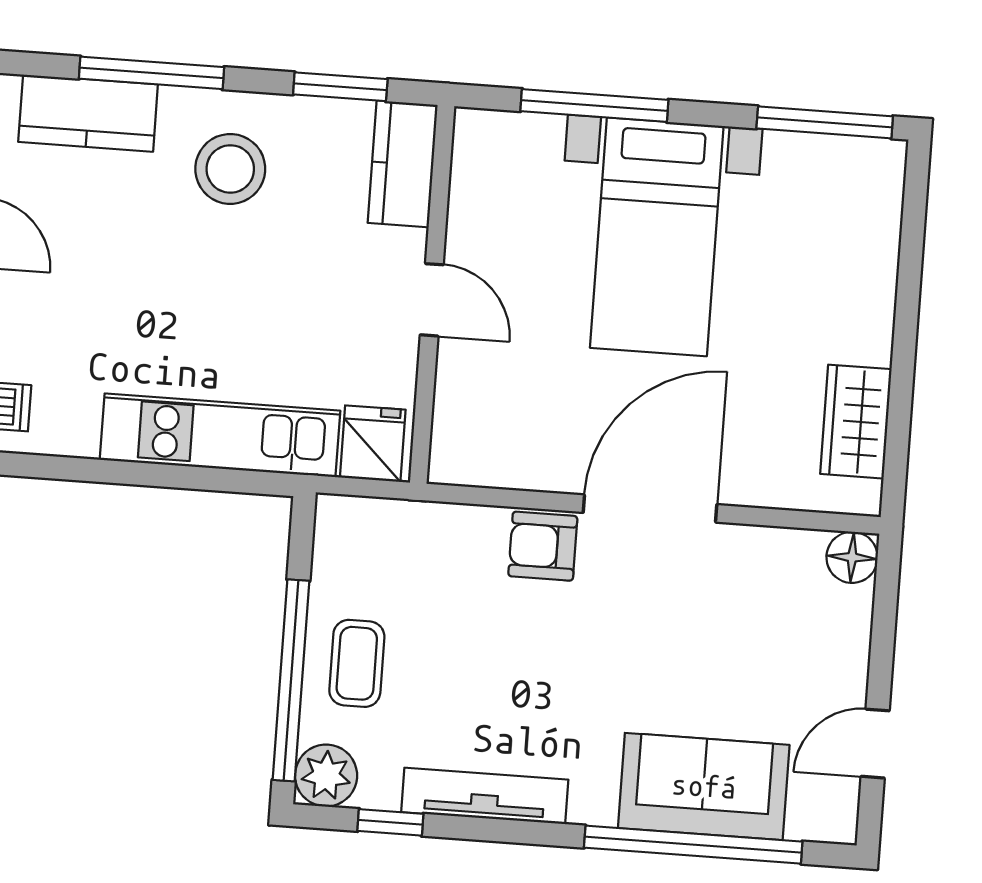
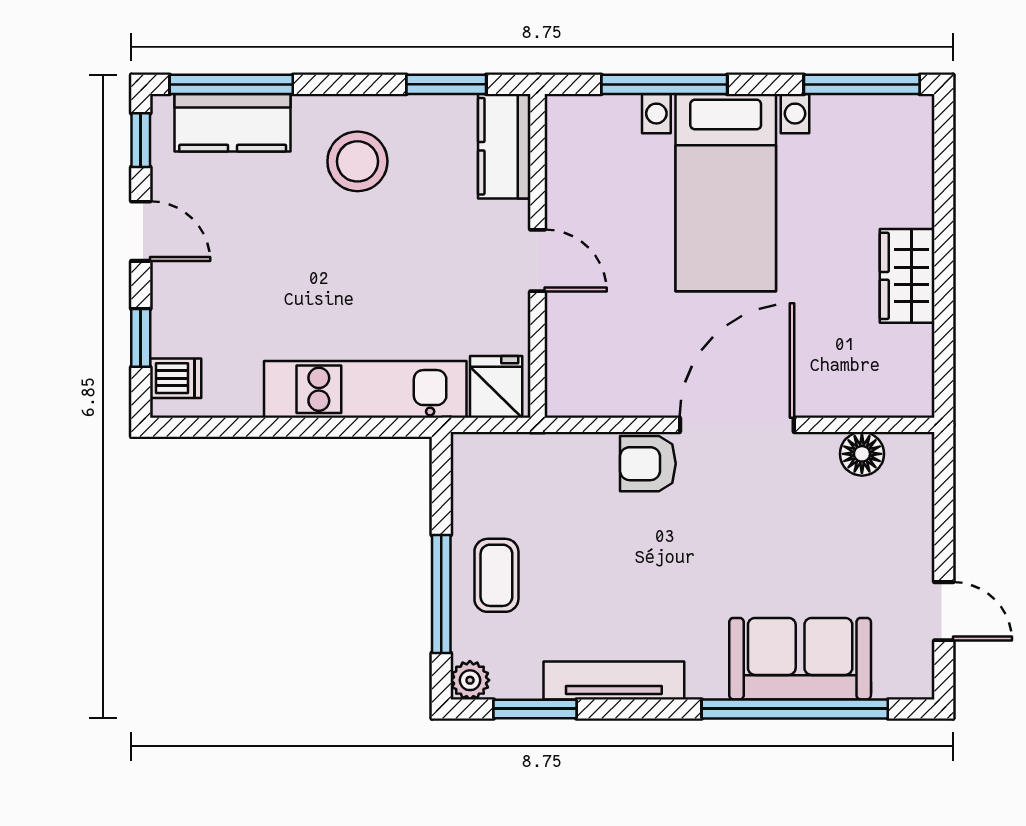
window: (151, 73) -> (231, 84), moved
wardrobe: (856, 422) -> (907, 276), moved
floor lamp: (852, 557) -> (862, 454), moved
window: (291, 680) -> (441, 594), width x0.68
door: (875, 744) -> (944, 611), swing flipped
plant: (326, 775) -> (470, 680), width x0.73, depth x0.73
window: (390, 822) -> (535, 709), width x1.50

